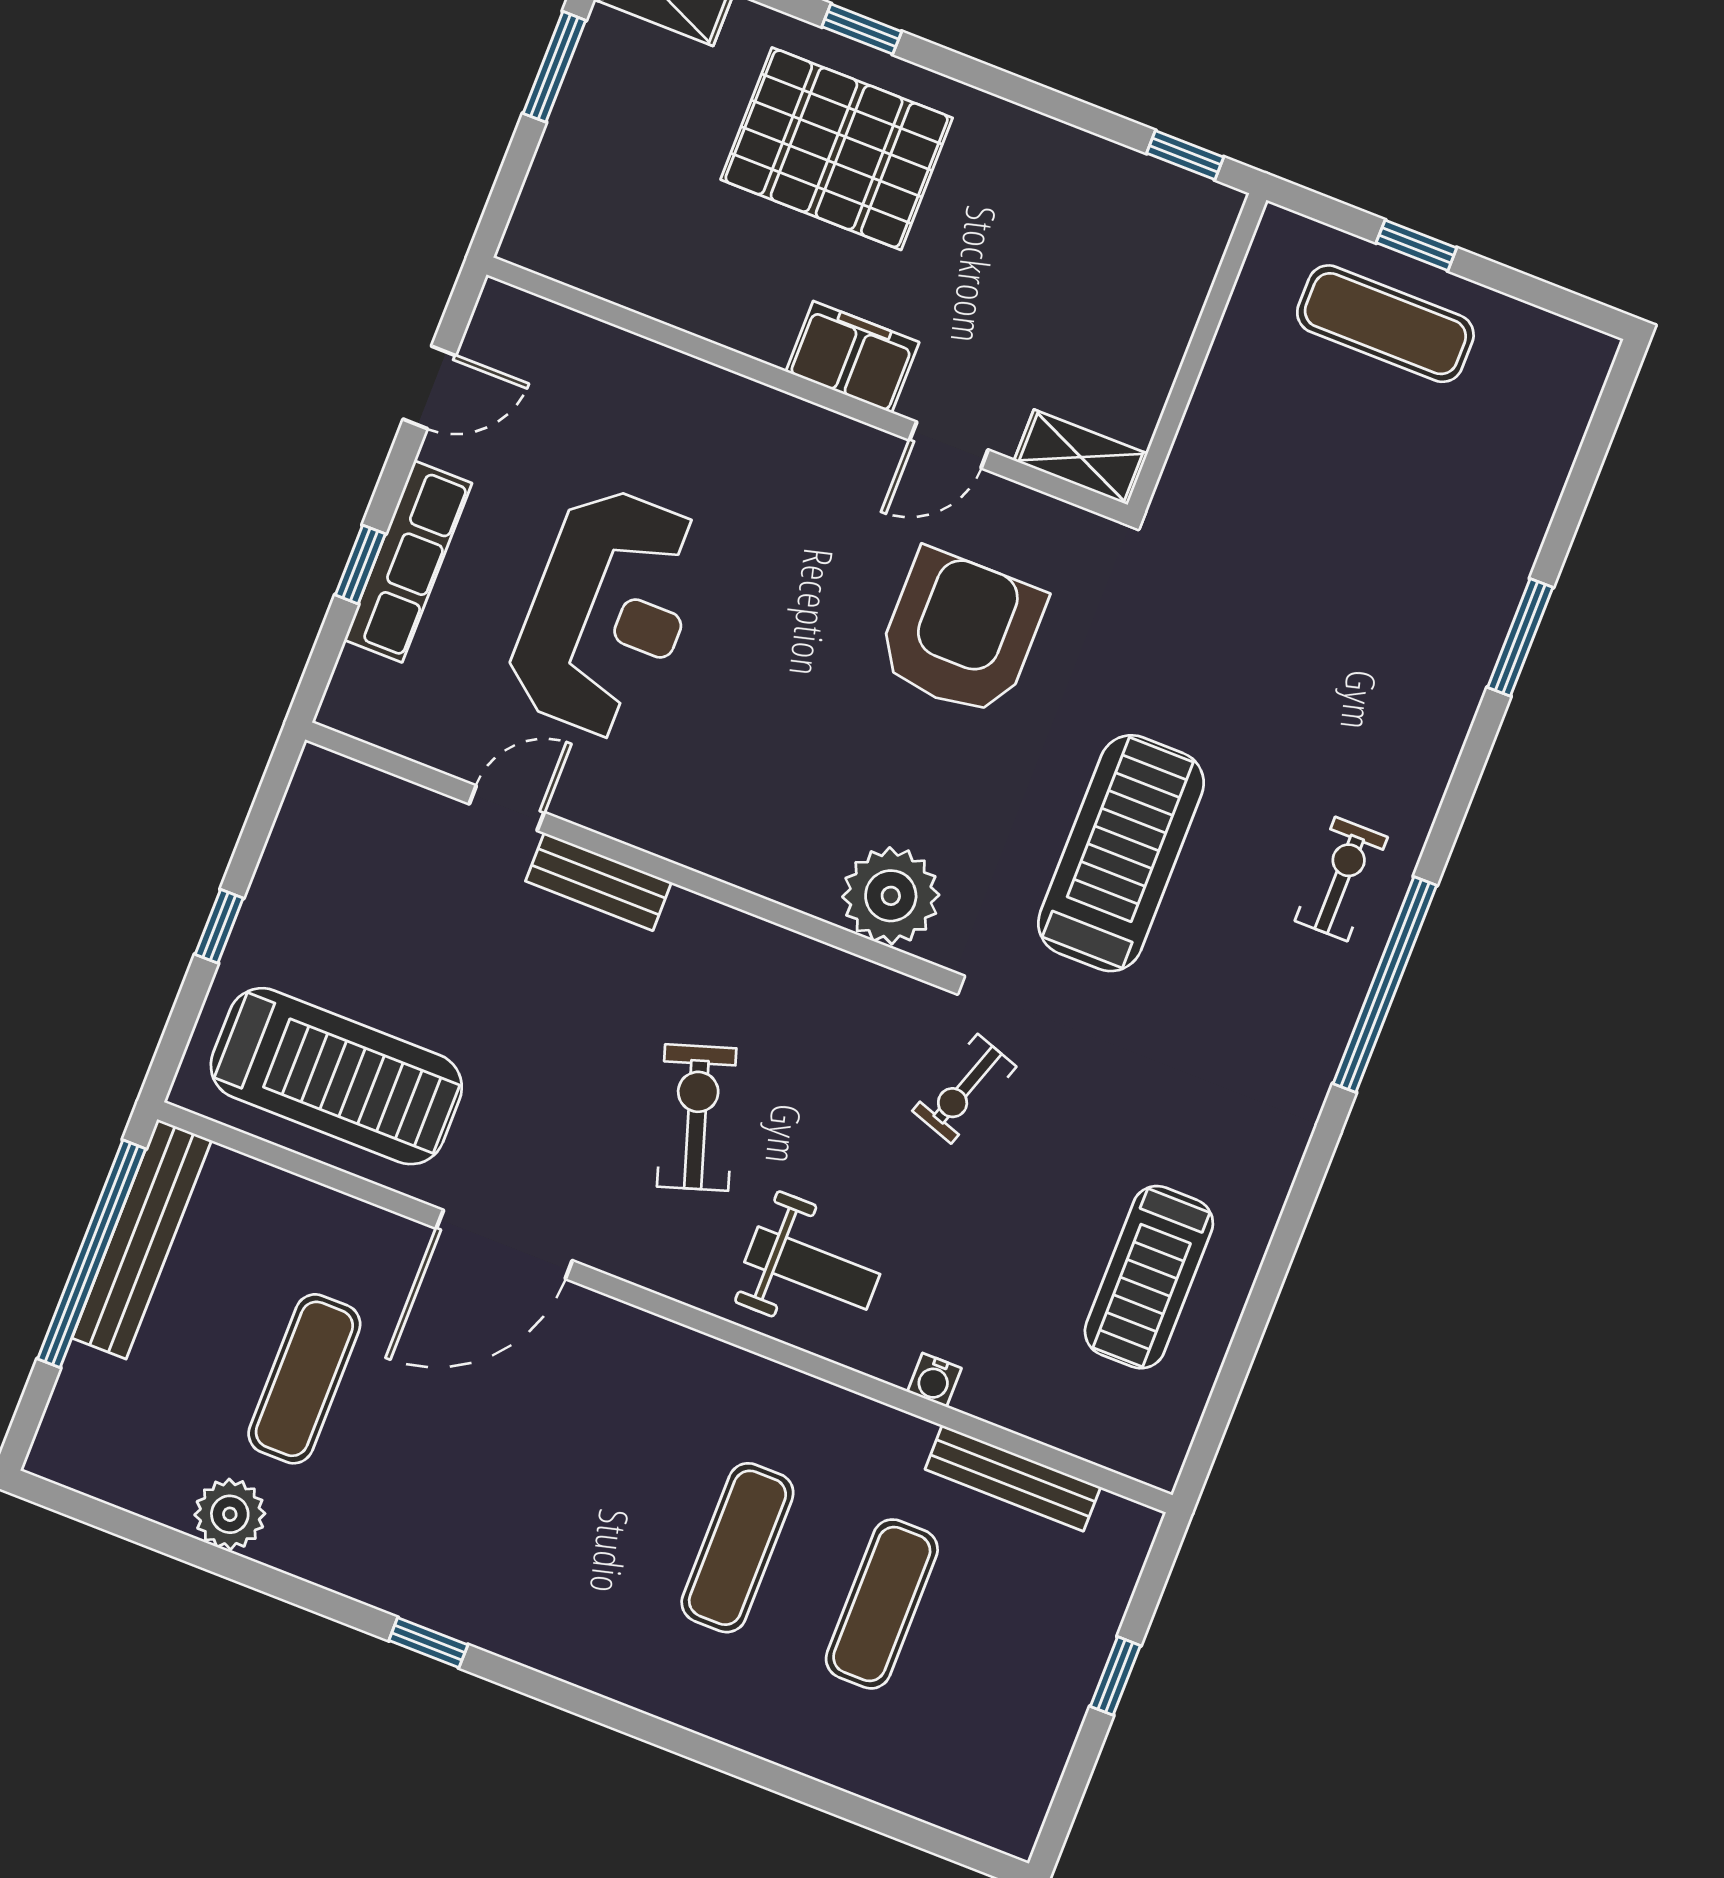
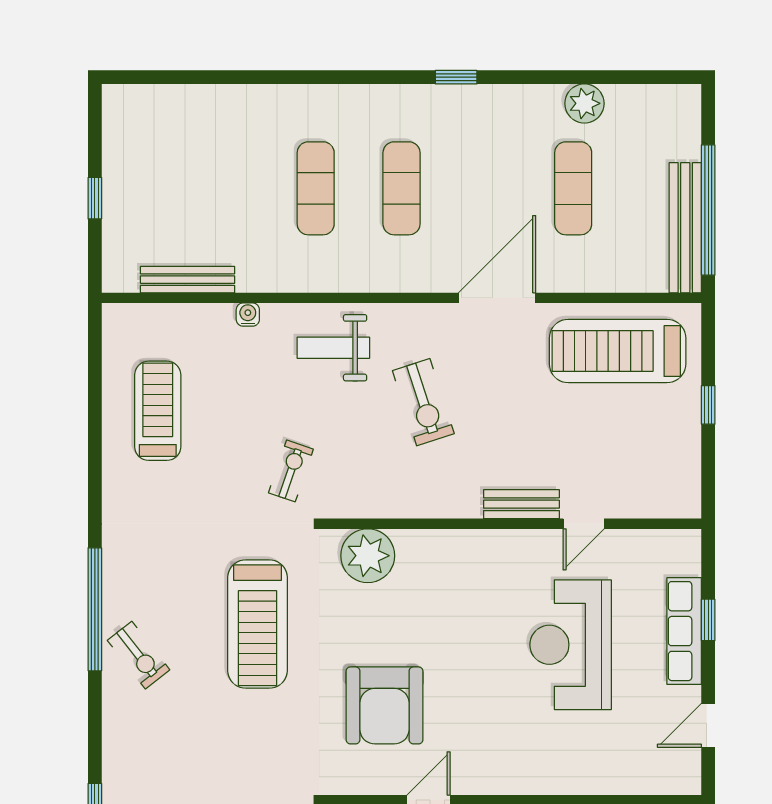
exercise bike: (1341, 879) -> (139, 655), turned -38
exercise mat: (882, 1604) -> (402, 188), moved

